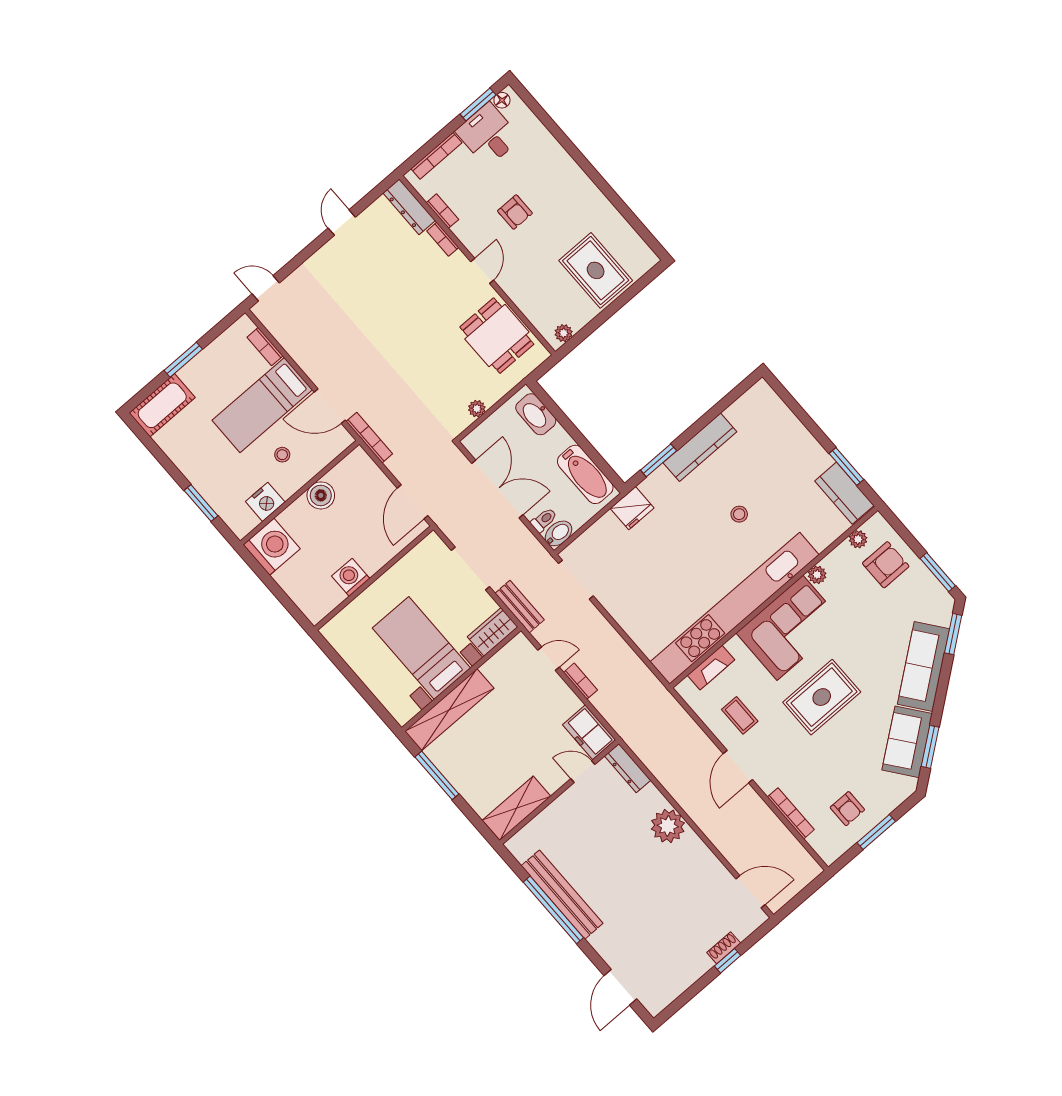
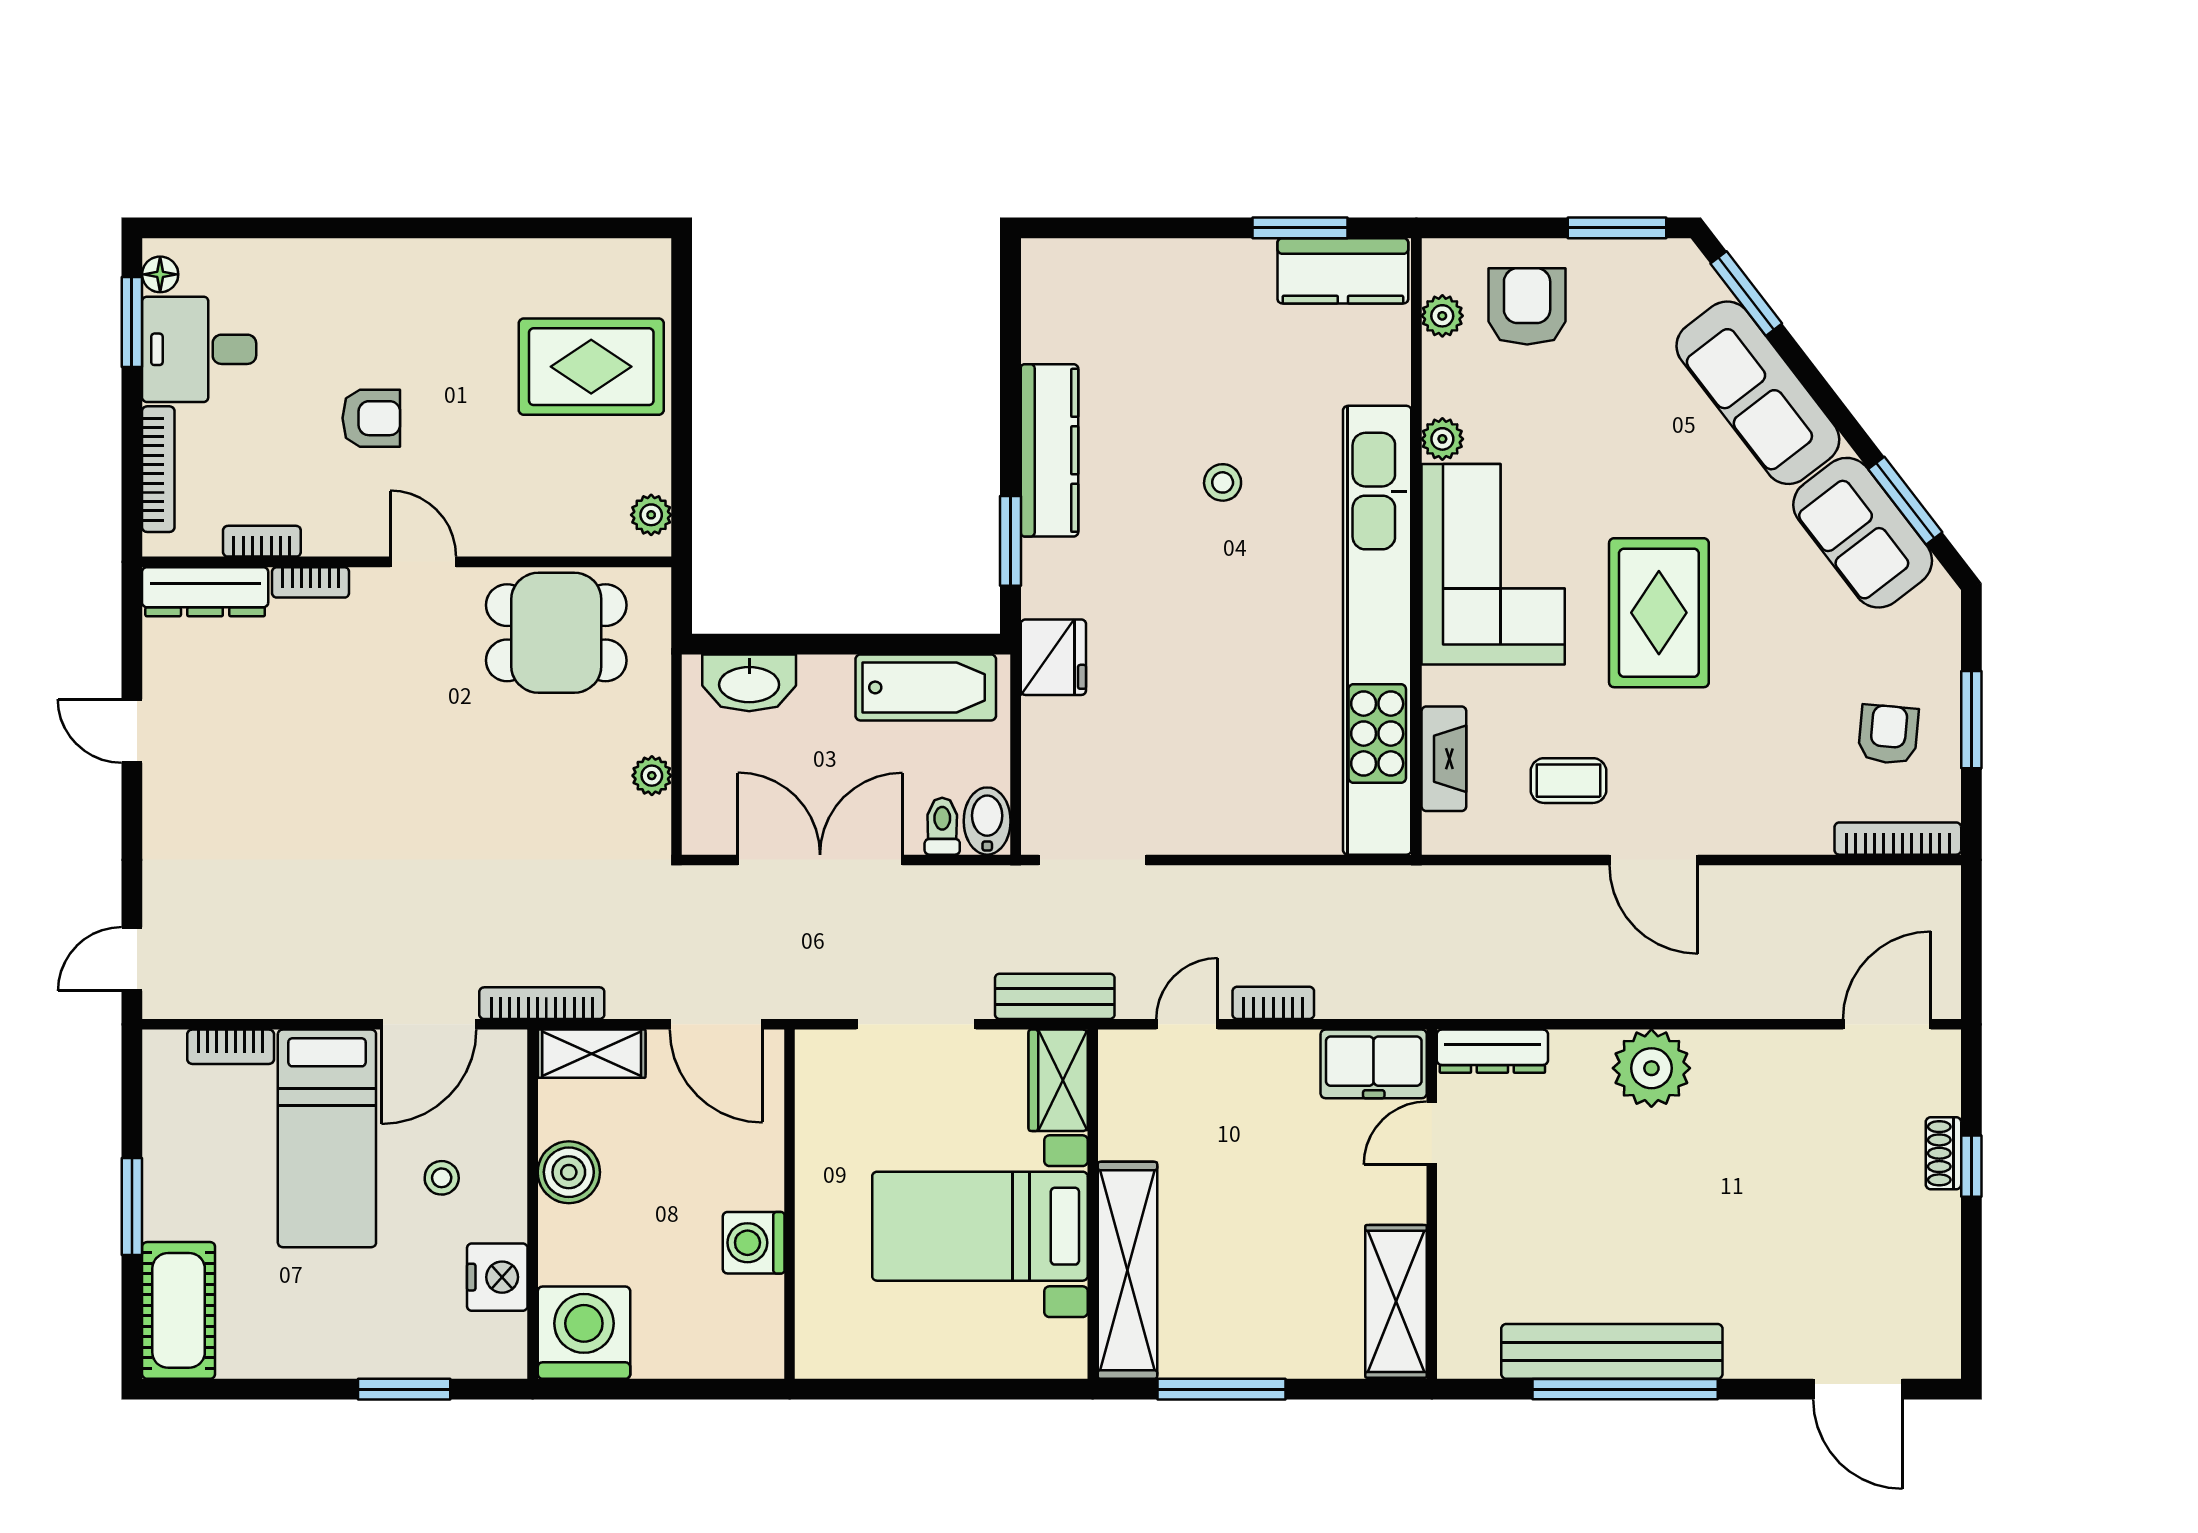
shelving: (367, 469) -> (592, 1054), added
armchair: (847, 809) -> (1888, 734), turned -85
bookcase: (791, 813) -> (1898, 839), moved

